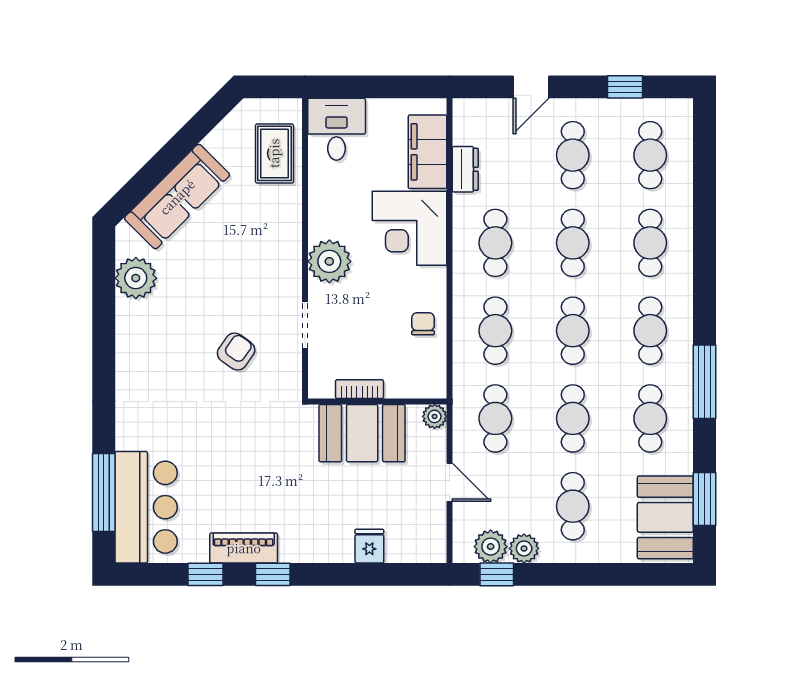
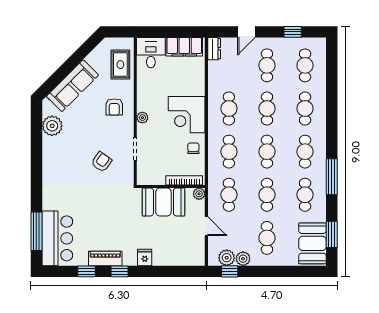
filing cabinet: (427, 152) -> (184, 47), moved, turned -90
dresser: (465, 169) -> (214, 49), moved
corner desk: (409, 228) -> (187, 115), moved
armchair: (262, 240) -> (114, 107), added
plant: (329, 261) -> (142, 118), width x0.53, depth x0.53
bookcase: (359, 389) -> (184, 180), moved, width x1.56
fridge: (369, 546) -> (145, 257), moved

